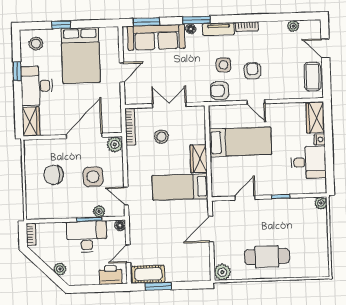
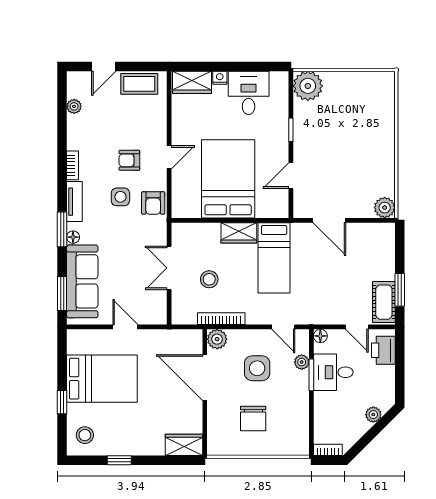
desk: (37, 86) -> (139, 436), removed
bookcase: (130, 127) -> (221, 319), moved
bed: (240, 142) -> (228, 179), width x1.50
door: (126, 196) -> (283, 327), hinge flipped
door: (245, 198) -> (291, 176), hinge flipped
plant: (321, 203) -> (308, 86), width x1.87, depth x1.87
desk: (87, 237) -> (333, 372), width x0.73
cafe table: (267, 257) -> (367, 150), removed

